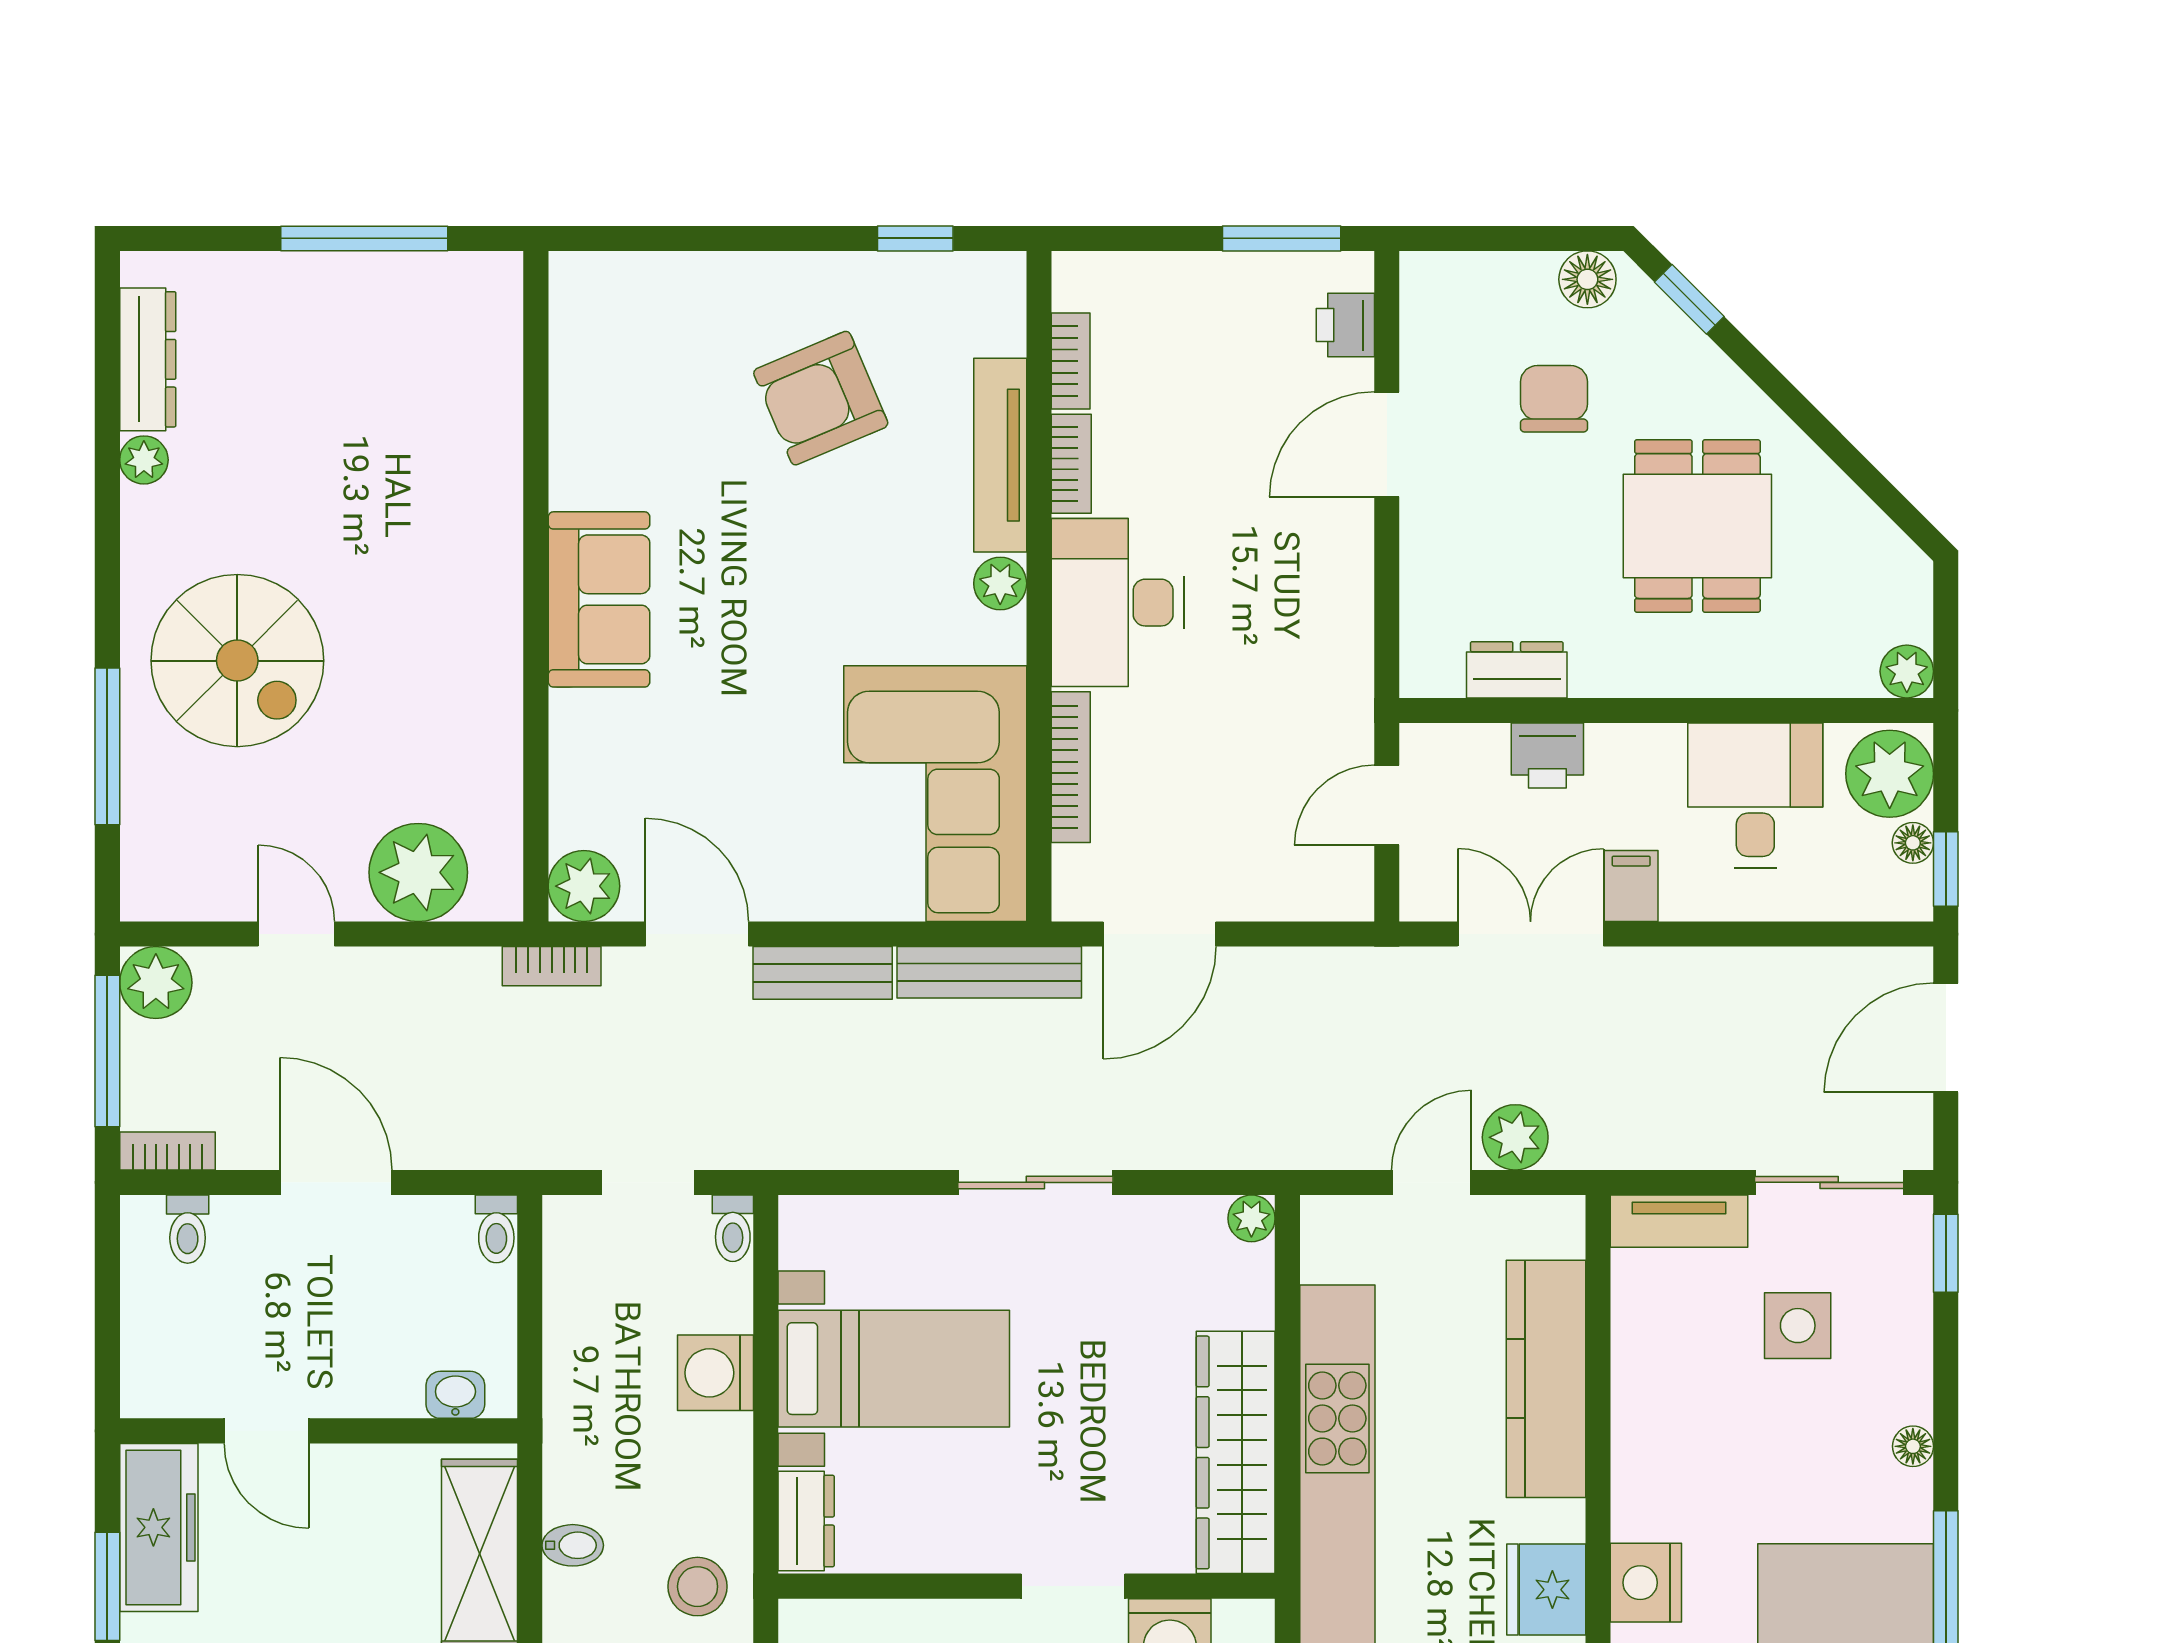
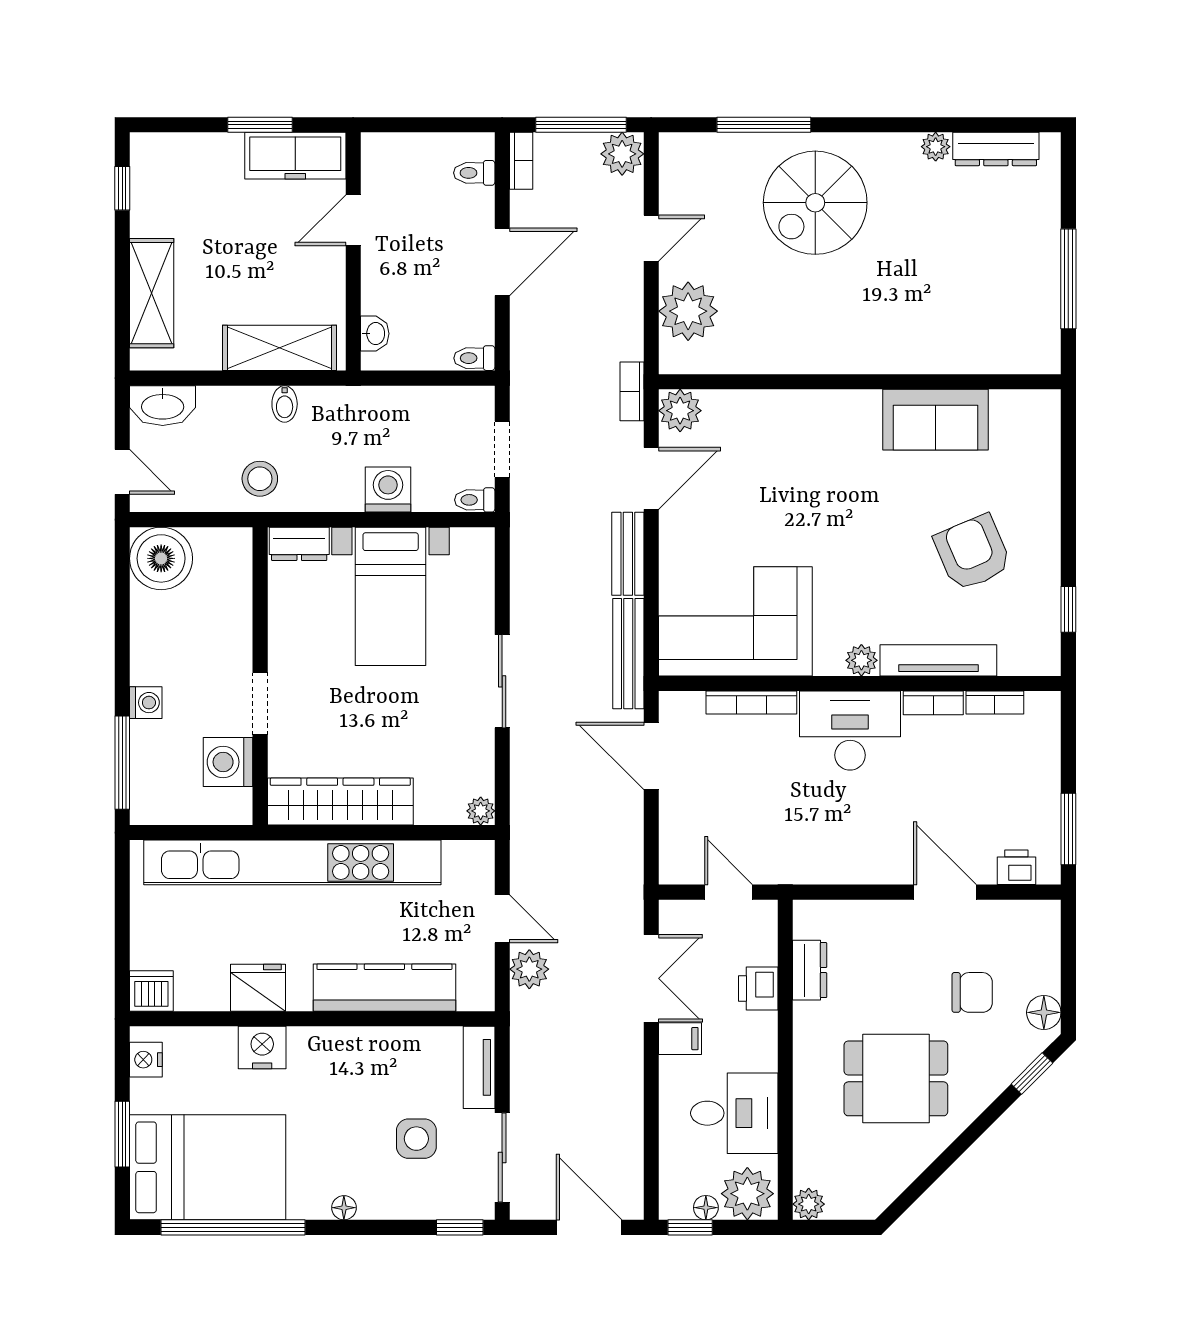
sofa: (599, 599) -> (936, 420), moved

